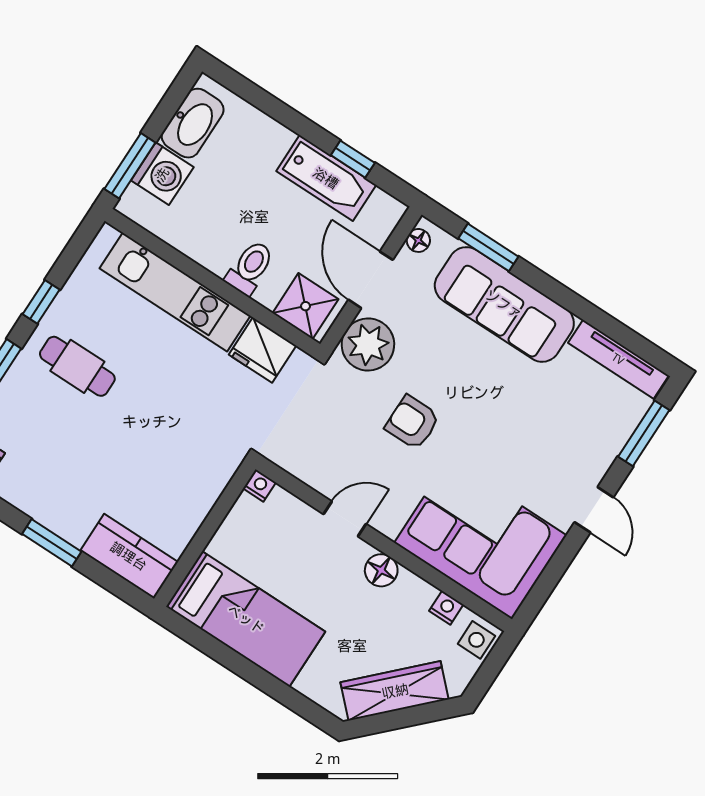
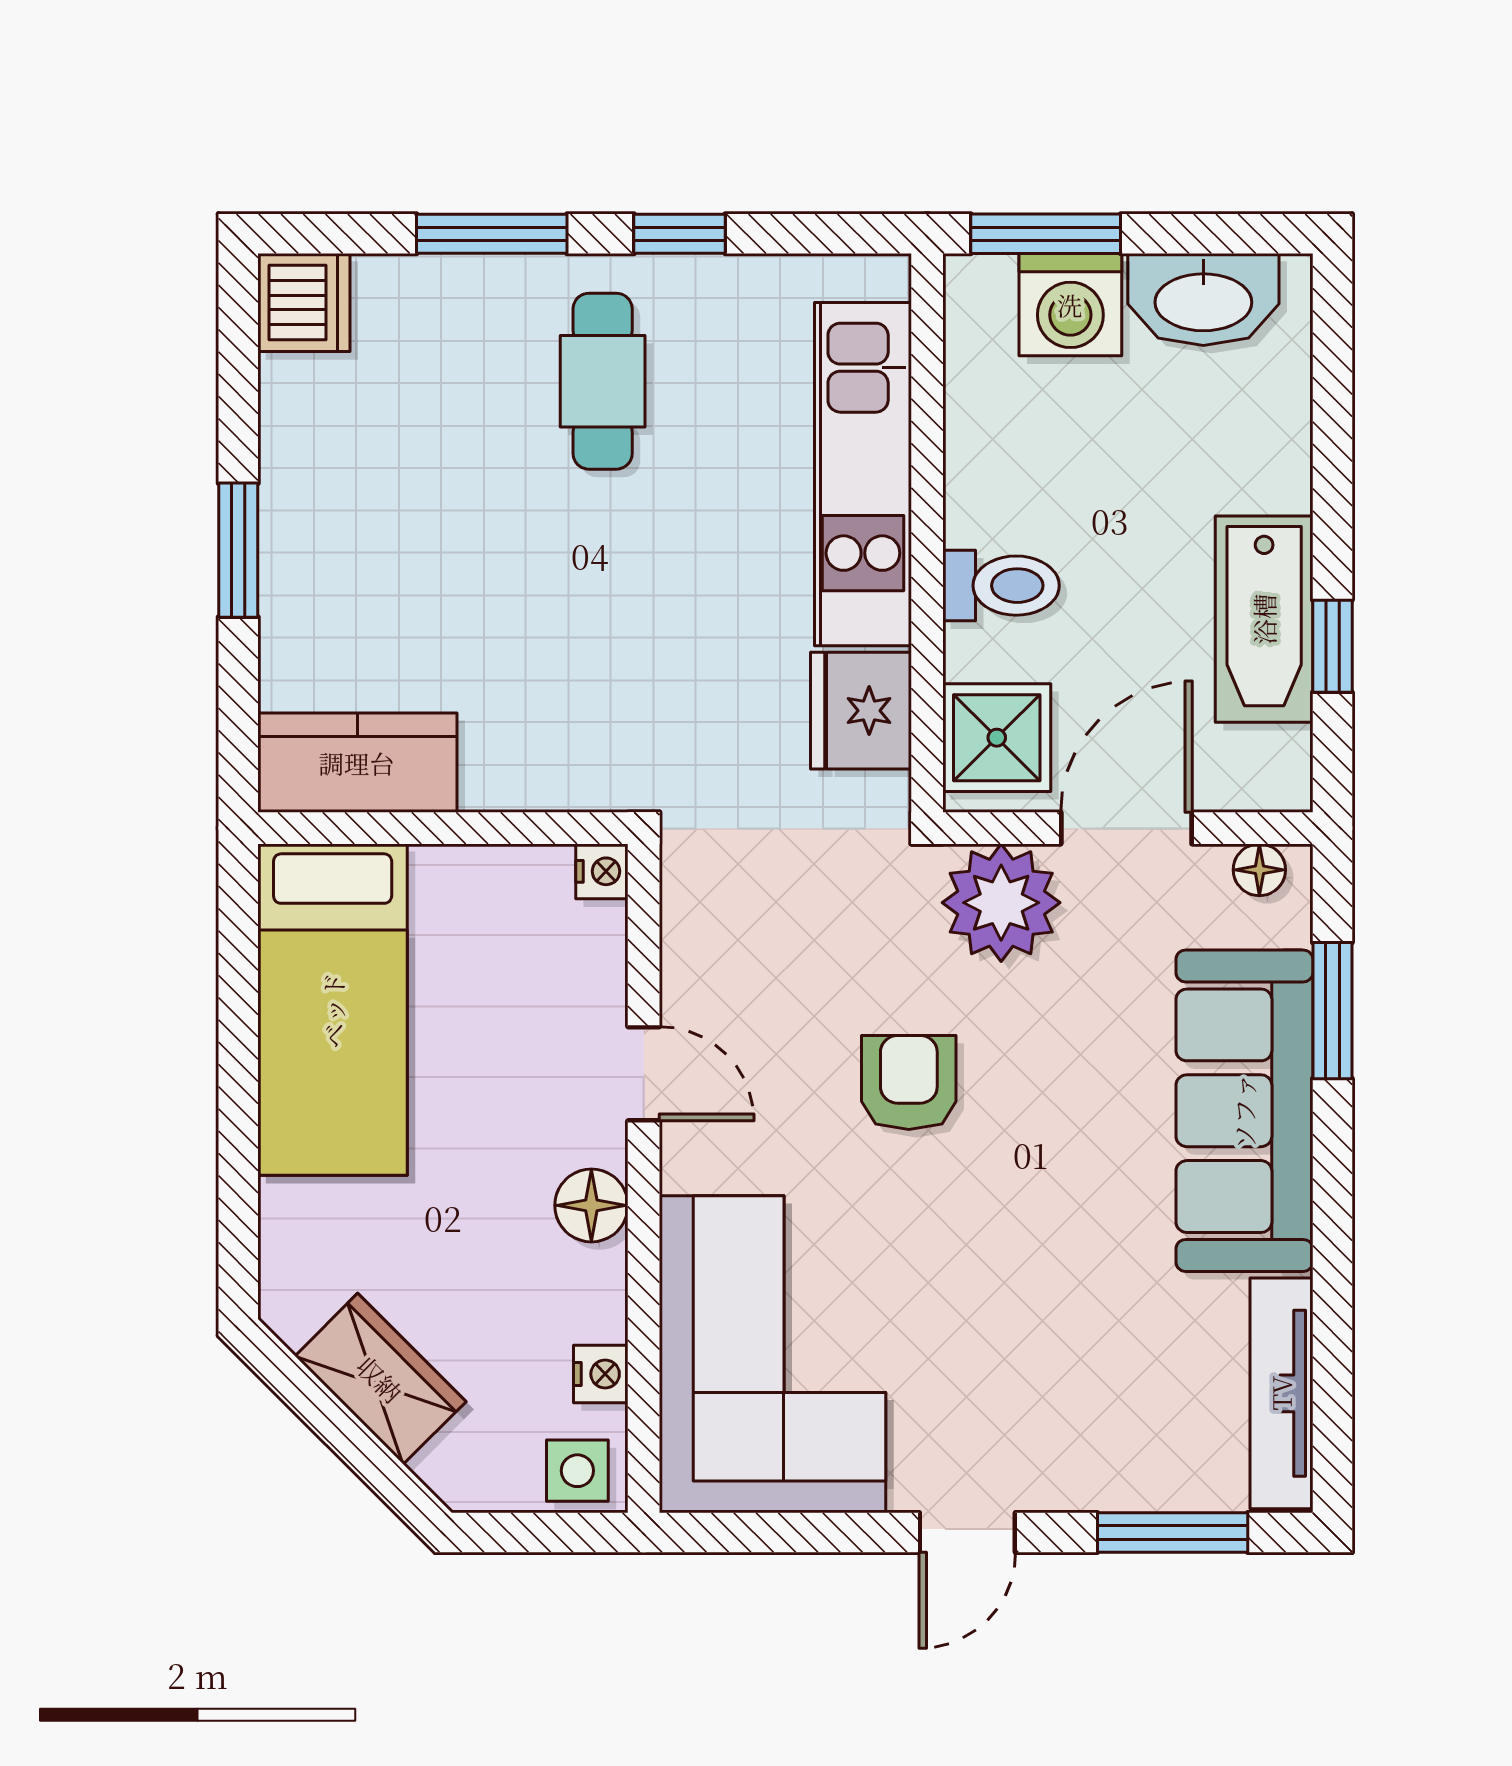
kitchen counter: (129, 556) -> (357, 763), moved, turned -90
wardrobe: (395, 691) -> (380, 1379), width x0.67

